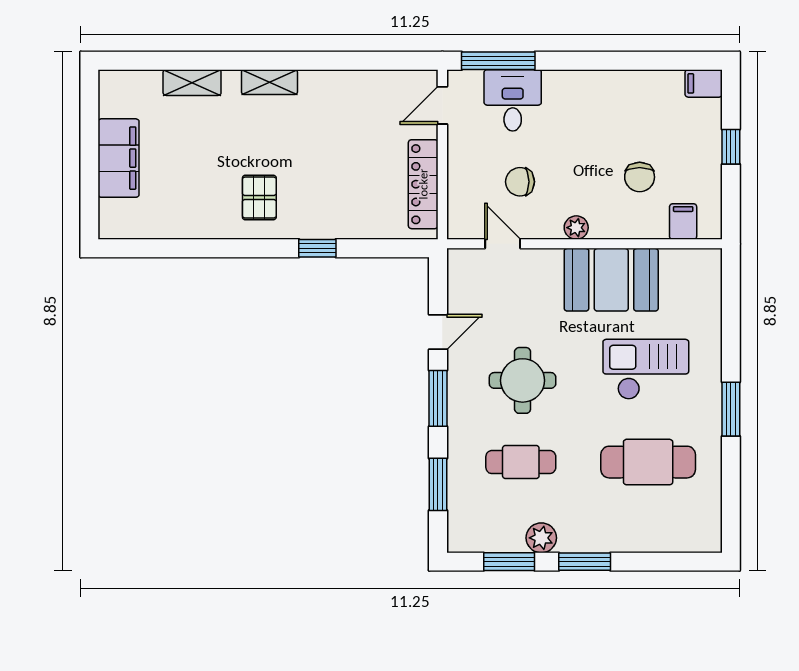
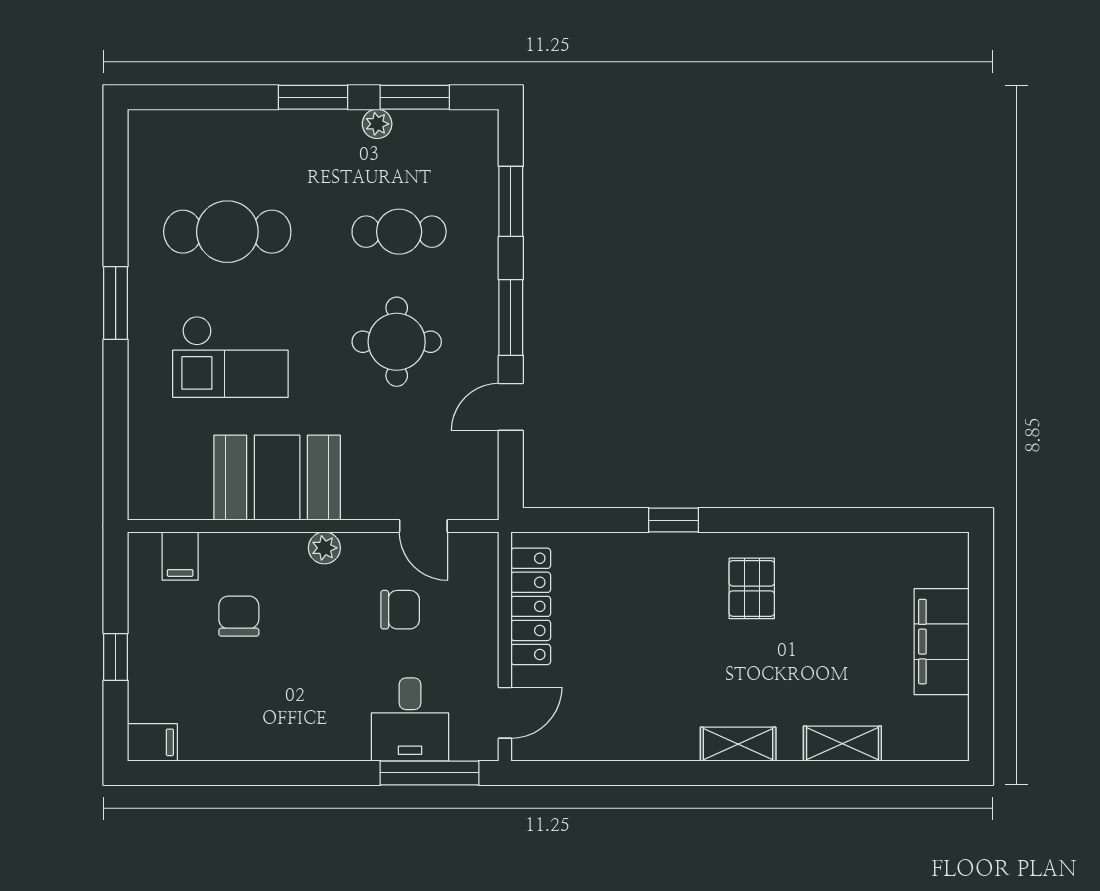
plant: (541, 538) -> (377, 124), width x0.73, depth x0.73

